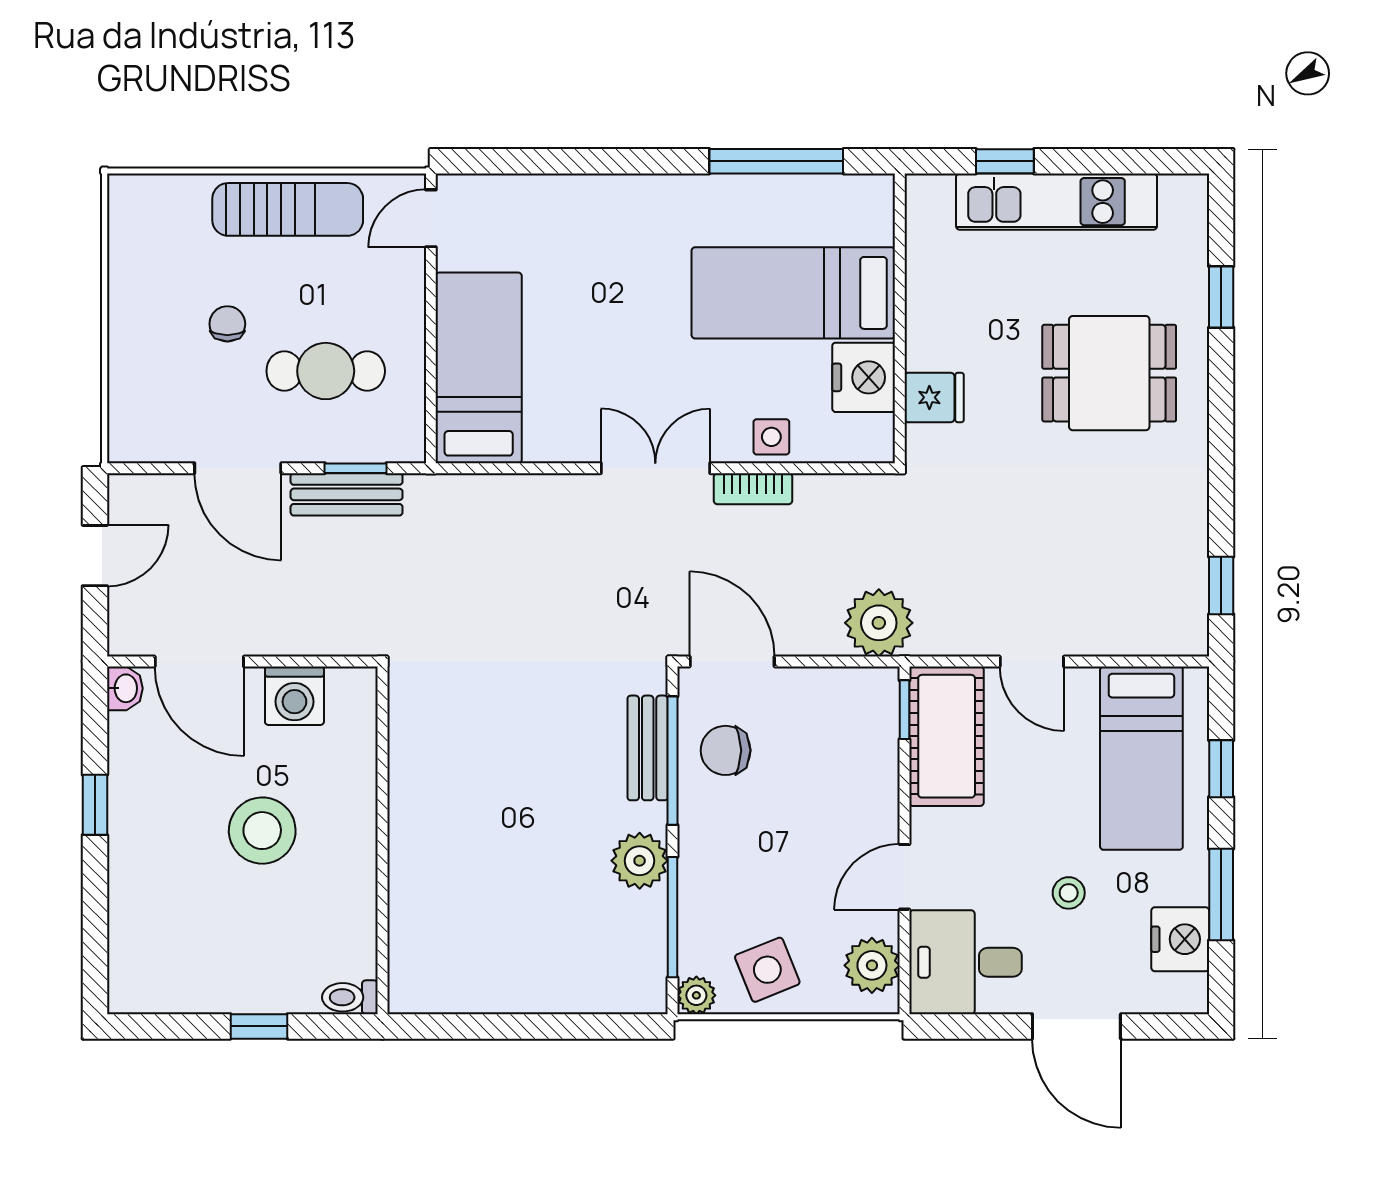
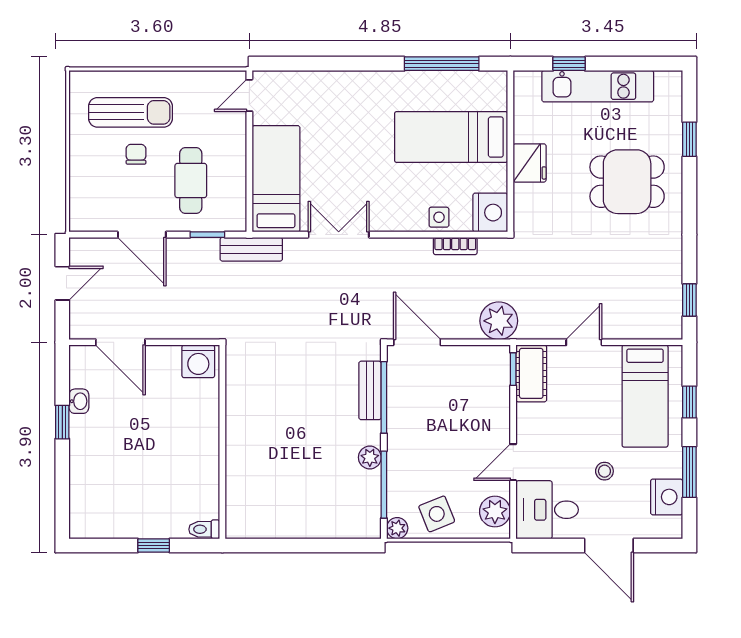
sun lounger: (288, 209) -> (130, 112), moved
cafe table: (326, 371) -> (191, 181), turned 90
nightstand: (864, 377) -> (490, 213), moved
fridge: (934, 397) -> (530, 163), moved, width x1.38
double door: (655, 468) -> (339, 235), moved
bookcase: (753, 489) -> (455, 246), moved
bench: (347, 494) -> (251, 249), moved
door: (1032, 662) -> (584, 342), swing flipped
washbasin: (125, 688) -> (79, 401), moved
washing machine: (294, 696) -> (198, 361), moved
cot: (947, 736) -> (531, 373), width x0.73, depth x0.75
chair: (726, 750) -> (413, 392), removed
stool: (262, 831) -> (155, 436), removed
plant: (640, 861) -> (370, 457), width x0.73, depth x0.73

